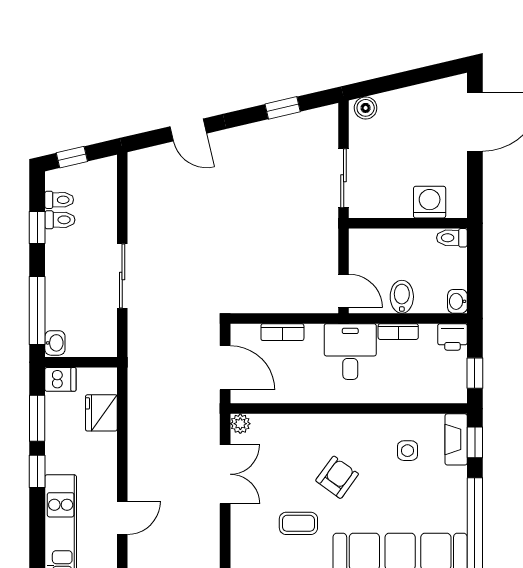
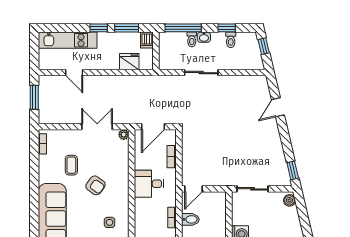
window: (283, 108) -> (293, 170), moved
toilet: (59, 200) -> (192, 39), moved
washbasin: (55, 343) -> (204, 37), moved
desk: (350, 352) -> (149, 184), moved, turned 180
double door: (225, 474) -> (97, 127), swing flipped

